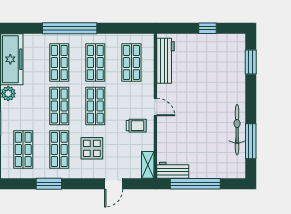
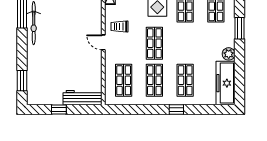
window: (70, 28) -> (176, 110), width x0.32
workbench: (166, 61) -> (83, 98), moved, turned 90
shop shelf: (59, 106) -> (185, 43), removed

